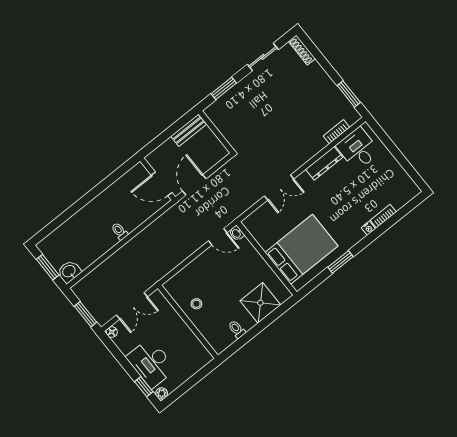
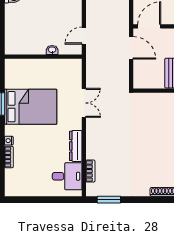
double door: (279, 188) -> (84, 103), swing flipped
washbasin: (237, 233) -> (52, 50), moved
bed: (301, 249) -> (31, 107), moved, turned -90
shower: (260, 303) -> (17, 29), removed

